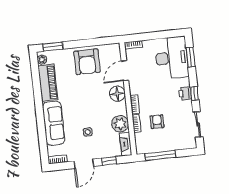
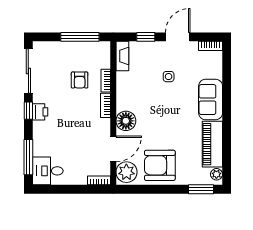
window: (191, 57) -> (28, 157), width x1.44
desk: (172, 58) -> (48, 171), width x0.53, depth x0.77
armchair: (87, 62) -> (160, 165), turned -90
sofa: (54, 123) -> (211, 100), width x0.73
plant: (120, 124) -> (126, 172), moved
sliding door: (198, 124) -> (28, 71), width x1.37

